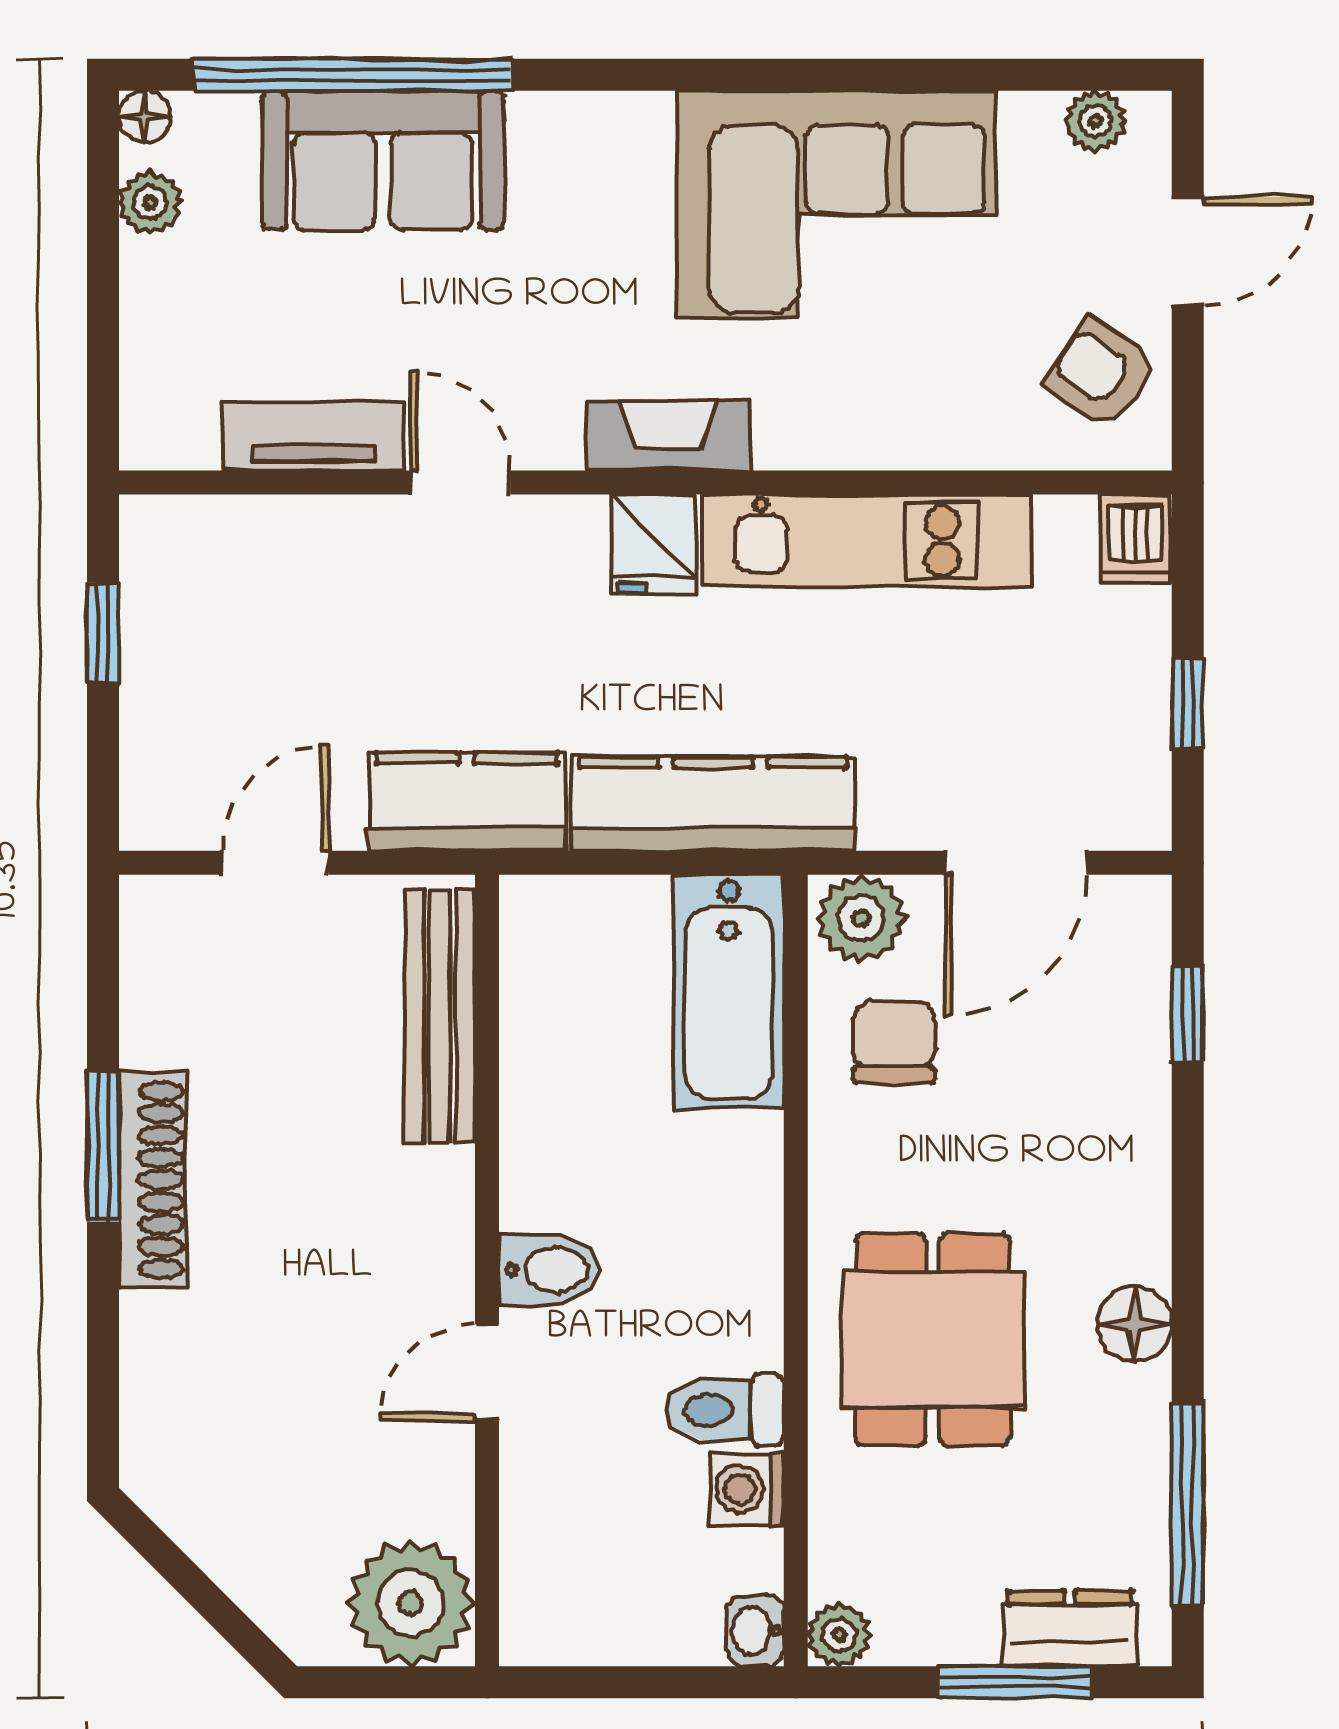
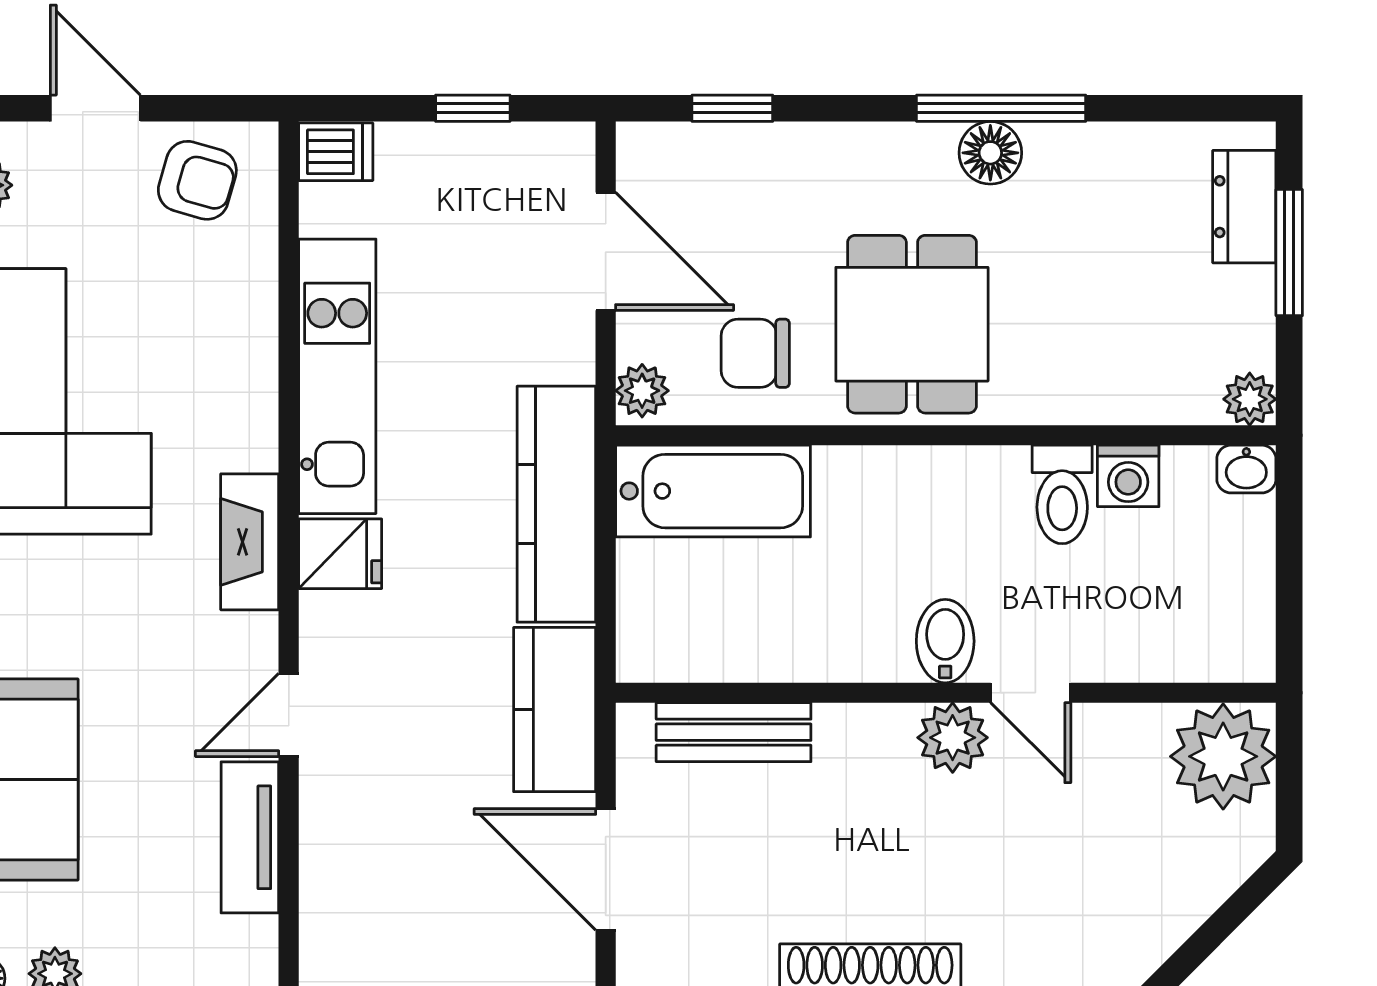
armchair: (1101, 373) -> (197, 180), turned -108
door: (275, 863) -> (606, 869), width x1.38
plant: (861, 918) -> (642, 391), width x0.73, depth x0.73
bench: (440, 1016) -> (734, 732), width x0.73
plant: (433, 1279) -> (953, 738), added
dining table: (933, 1339) -> (912, 324), moved, turned 90
window: (1188, 1504) -> (1001, 108), moved

